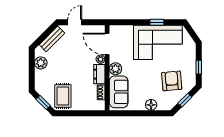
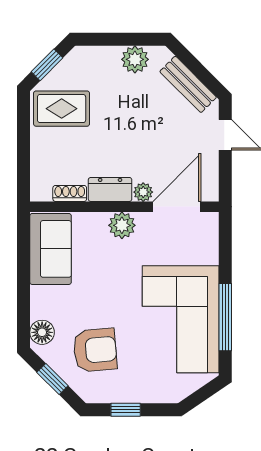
window: (157, 22) -> (225, 317), width x2.17
sofa: (119, 92) -> (51, 249), moved, turned -90
floor lamp: (151, 105) -> (42, 332), moved

